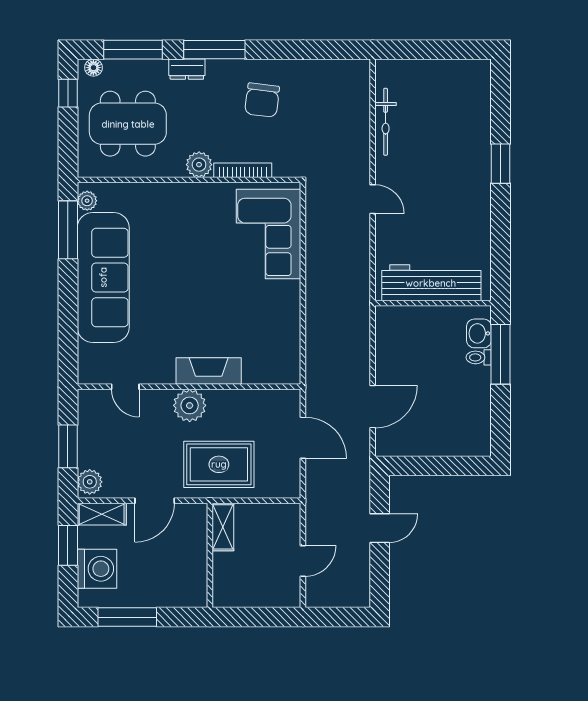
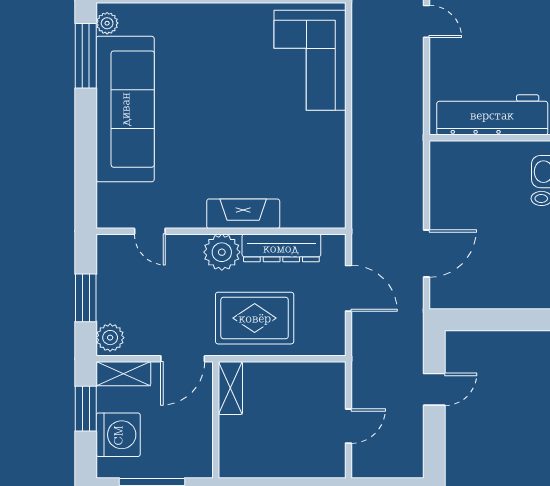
dresser: (243, 402) -> (281, 248), added
shelving: (223, 527) -> (230, 388), moved
wall: (210, 555) -> (216, 420), moved

